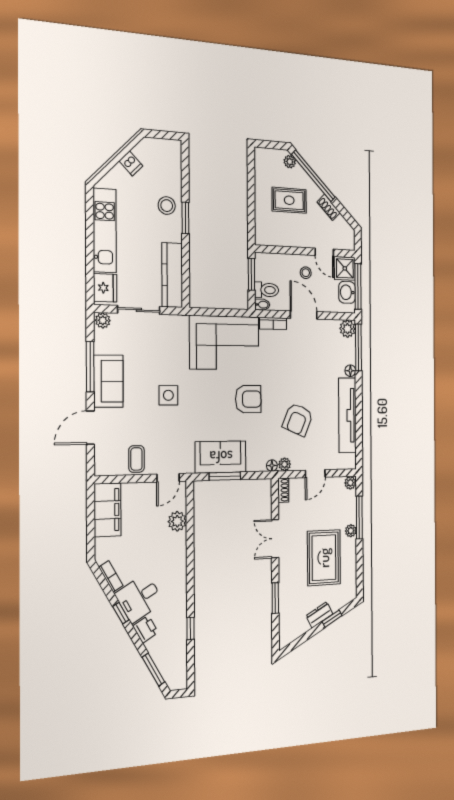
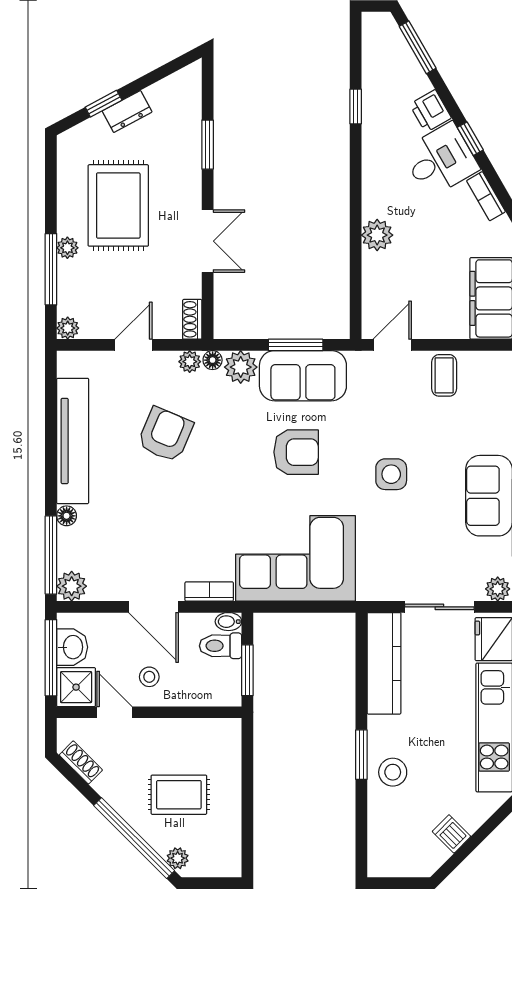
shoe rack: (329, 207) -> (81, 762), moved
armchair: (248, 399) -> (296, 452), moved, turned 180
plant: (256, 462) -> (241, 367), added
plant: (177, 521) -> (377, 235), moved

